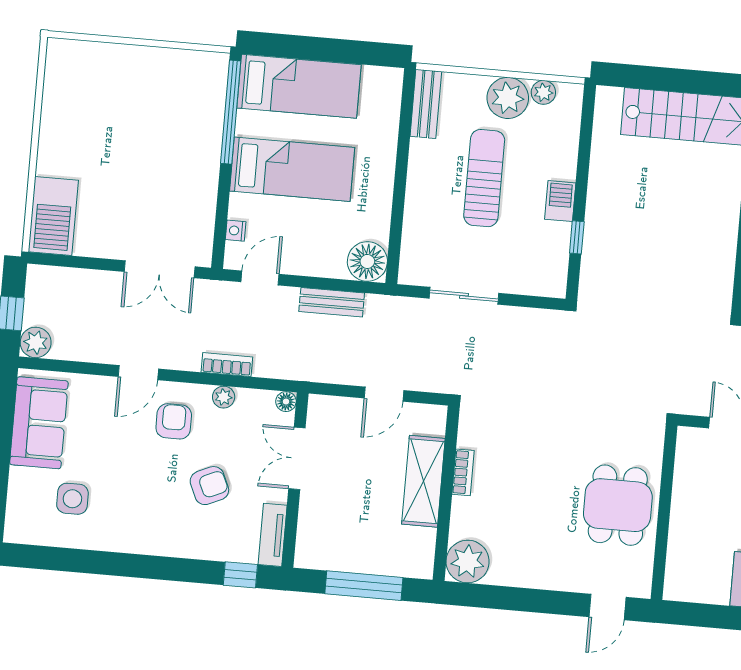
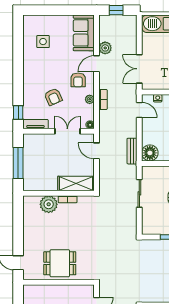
bench: (332, 302) -> (132, 151), moved
plant: (36, 342) -> (105, 48), moved
door: (138, 373) -> (97, 64), hinge flipped
door: (384, 394) -> (97, 151), moved
armchair: (174, 421) -> (78, 80), turned 90
sofa: (39, 423) -> (84, 33), moved, turned 90
shelving: (423, 481) -> (76, 183), moved
plant: (468, 561) -> (49, 204), moved

